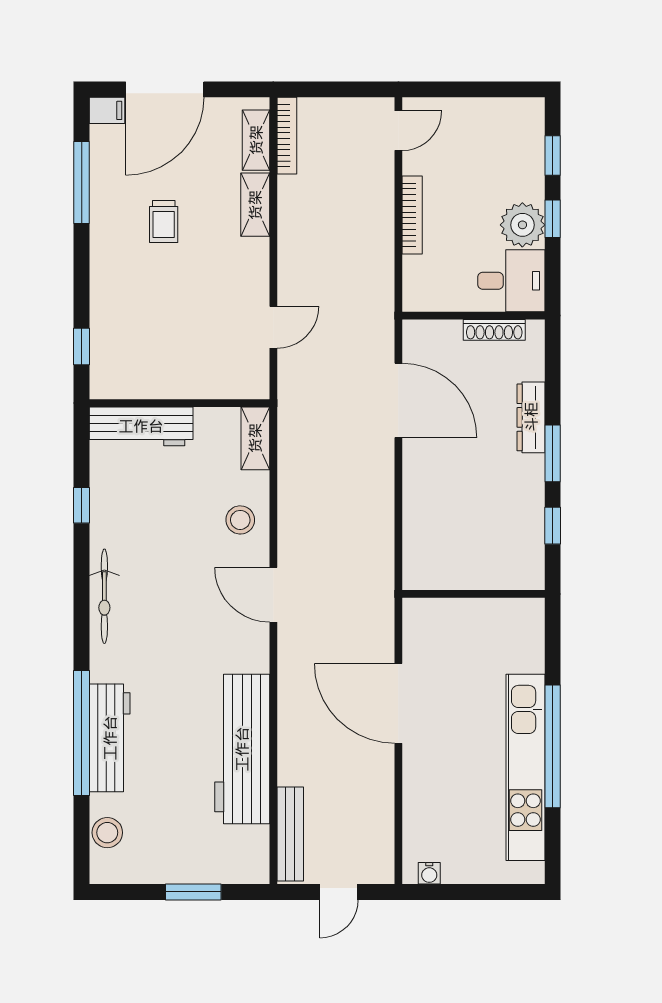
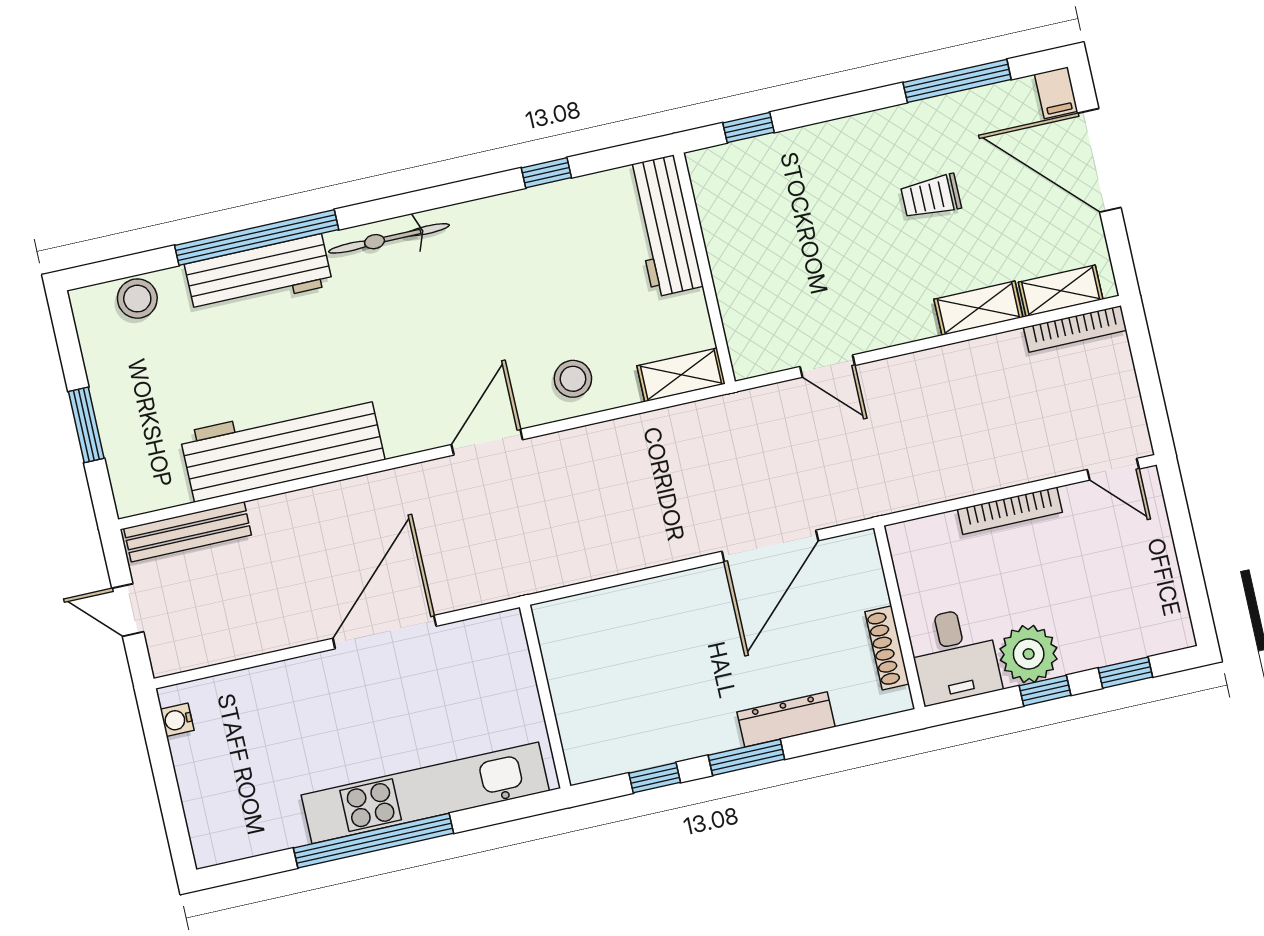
bicycle: (104, 596) -> (389, 238), moved
kitchen unit: (526, 767) -> (425, 793), moved

